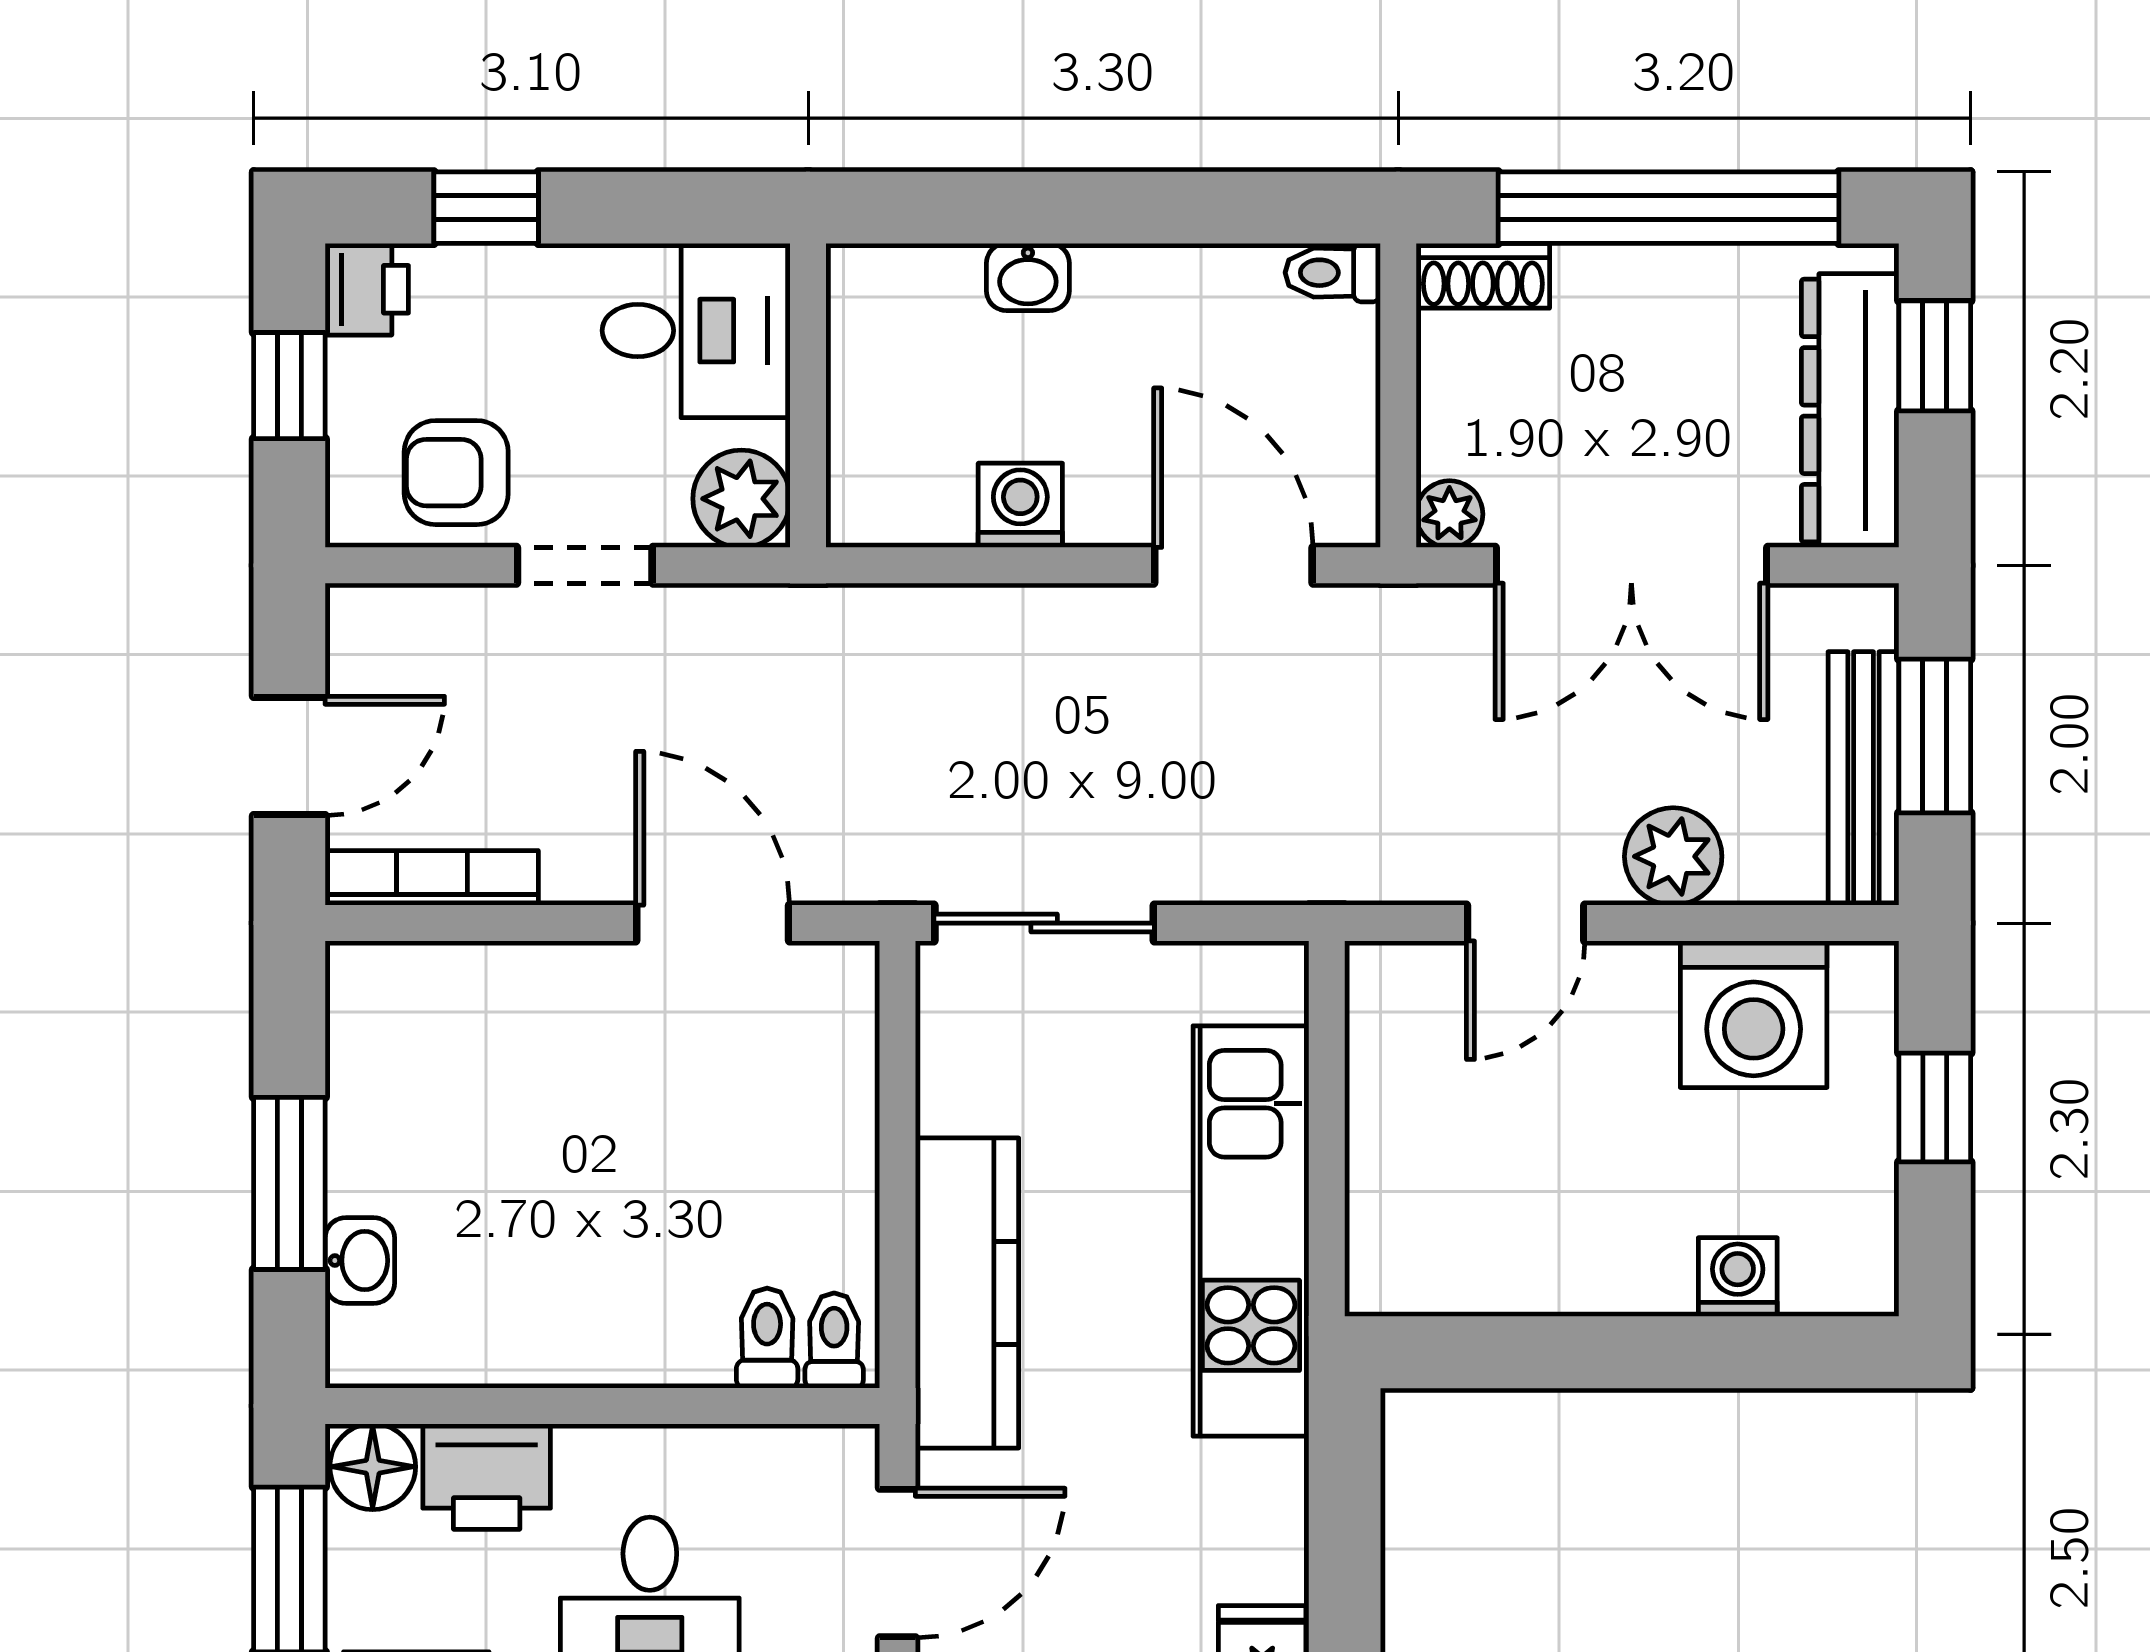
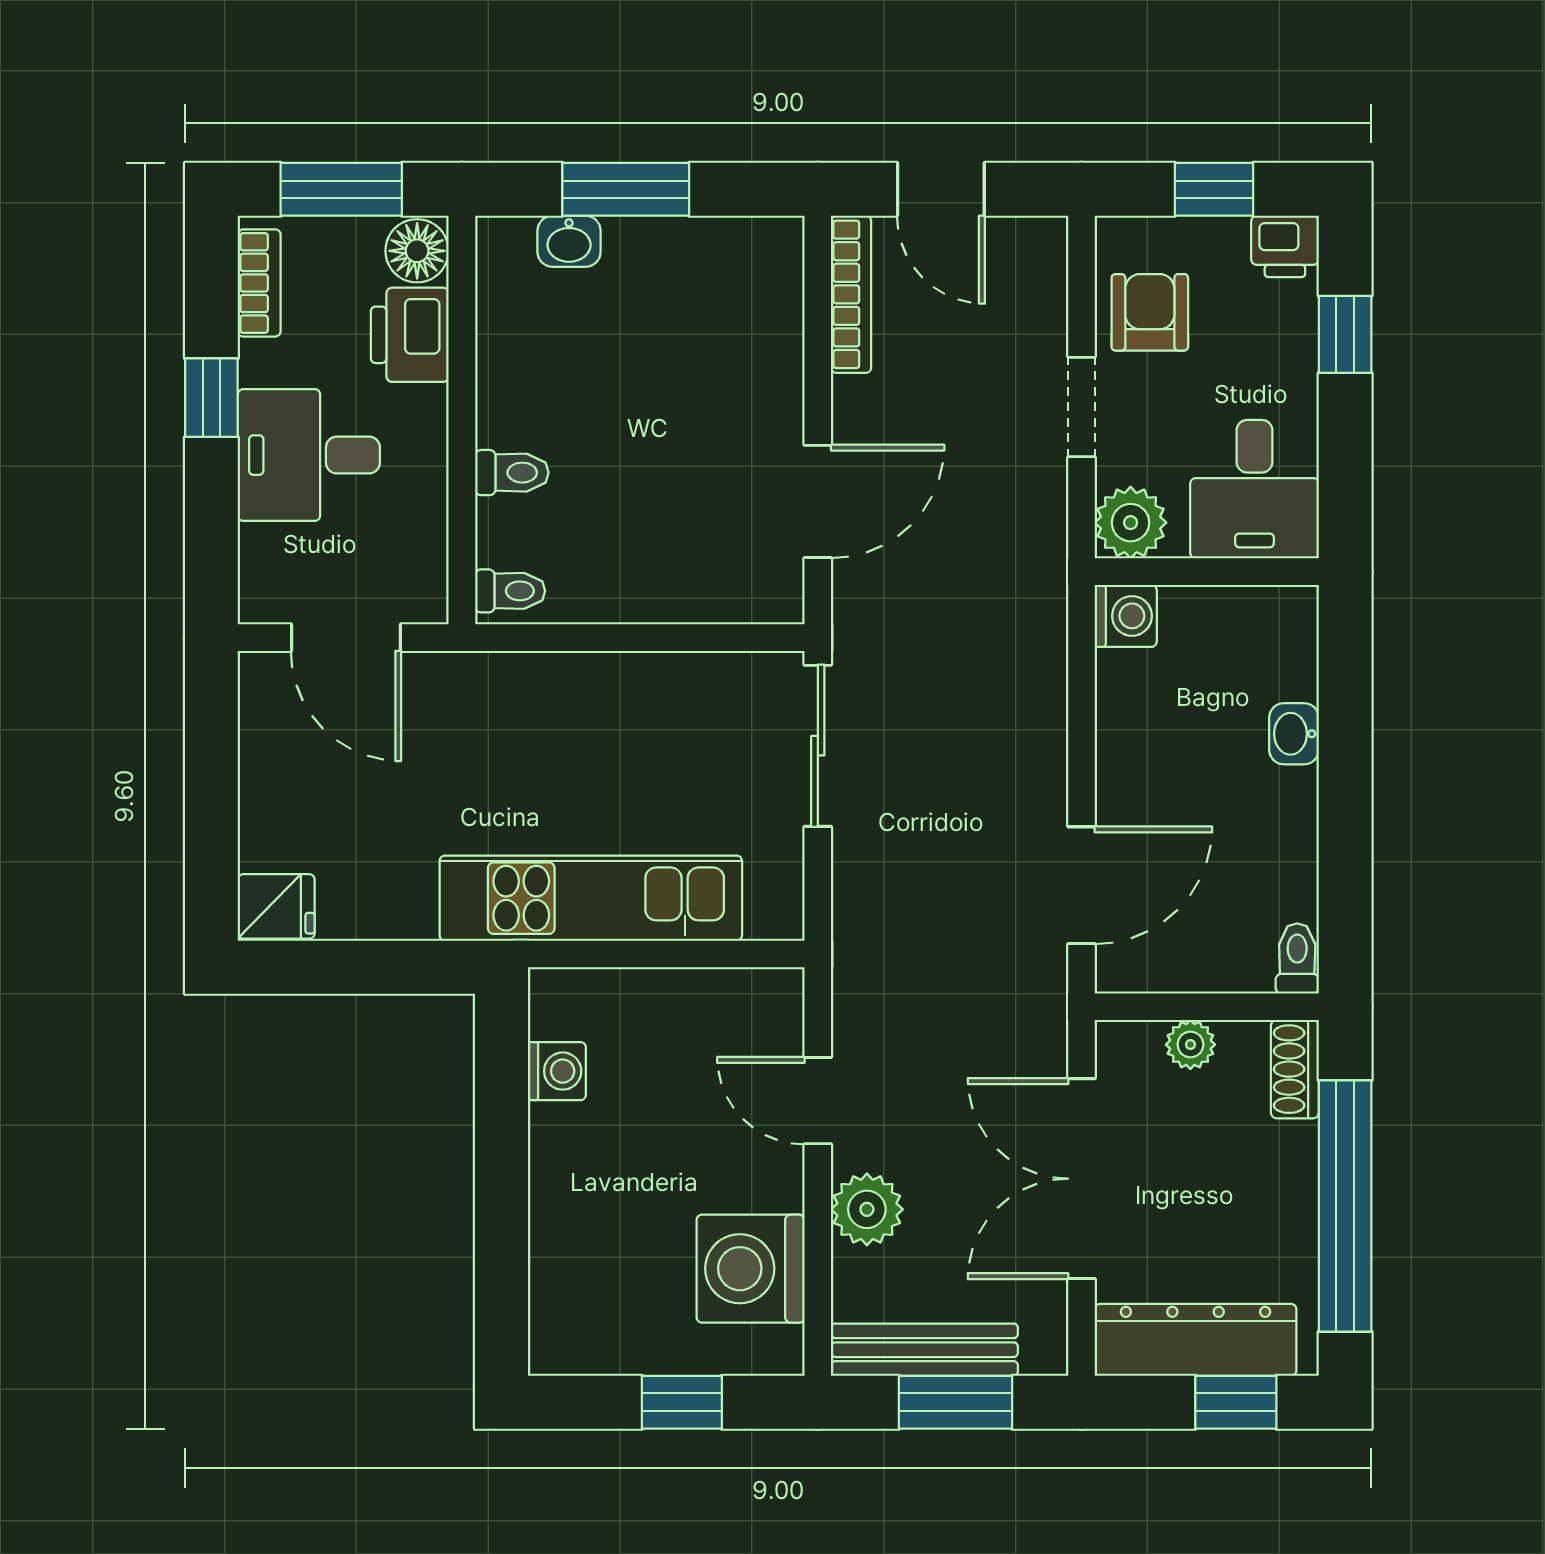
washing machine: (1020, 505) -> (1126, 616), moved
plant: (1449, 514) -> (1190, 1045), moved
washing machine: (1738, 1277) -> (557, 1071), moved
kitchen counter: (967, 1293) -> (545, 689), removed
toilet: (767, 1338) -> (512, 473), moved

